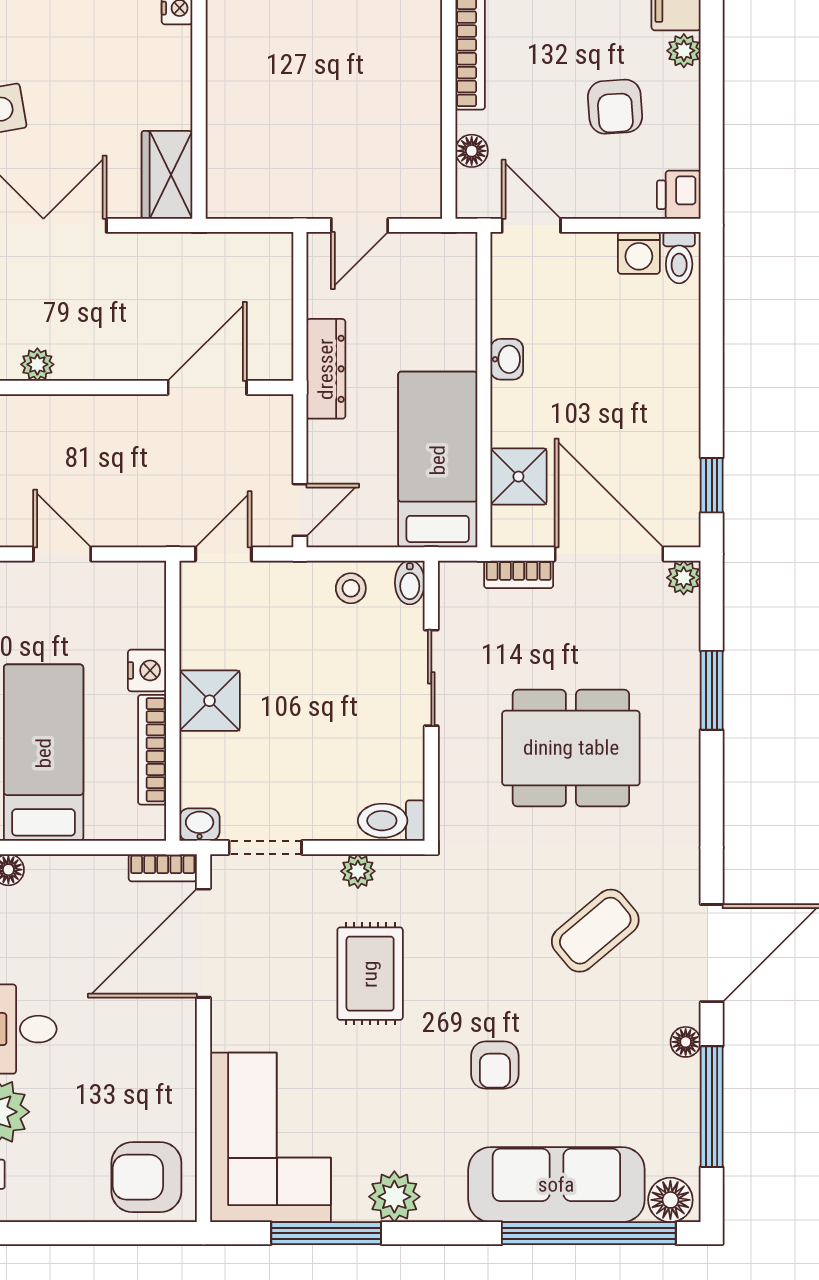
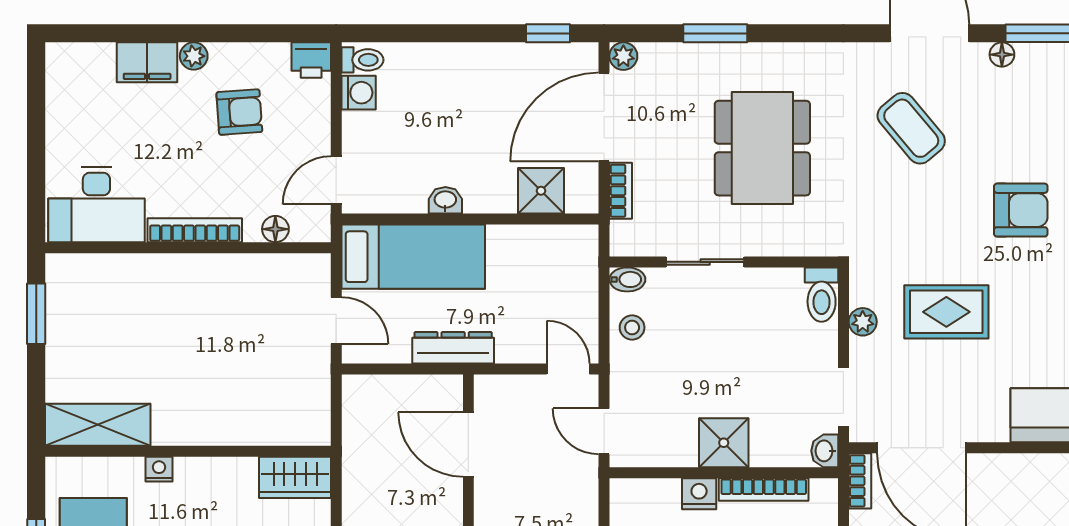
bed: (438, 460) -> (413, 257), moved, turned 180
armchair: (495, 1065) -> (1021, 210), width x1.38, depth x1.38

